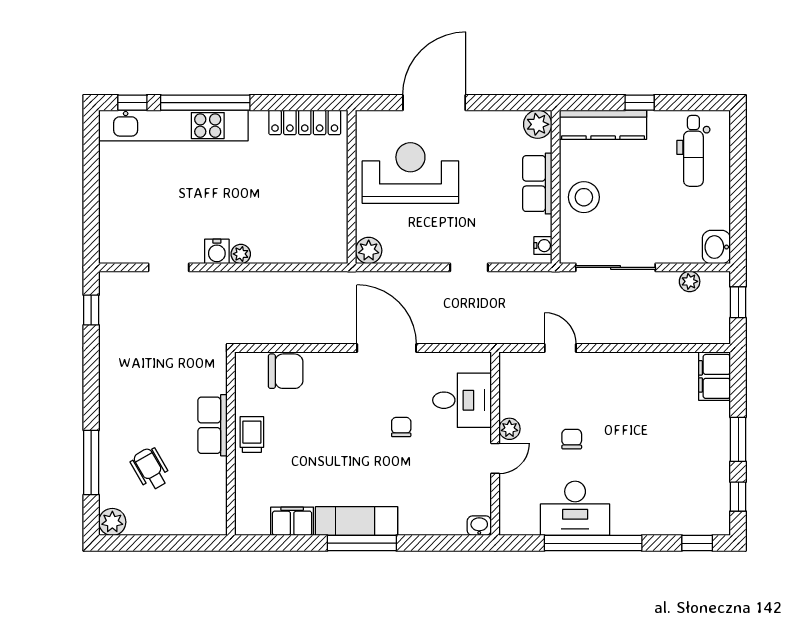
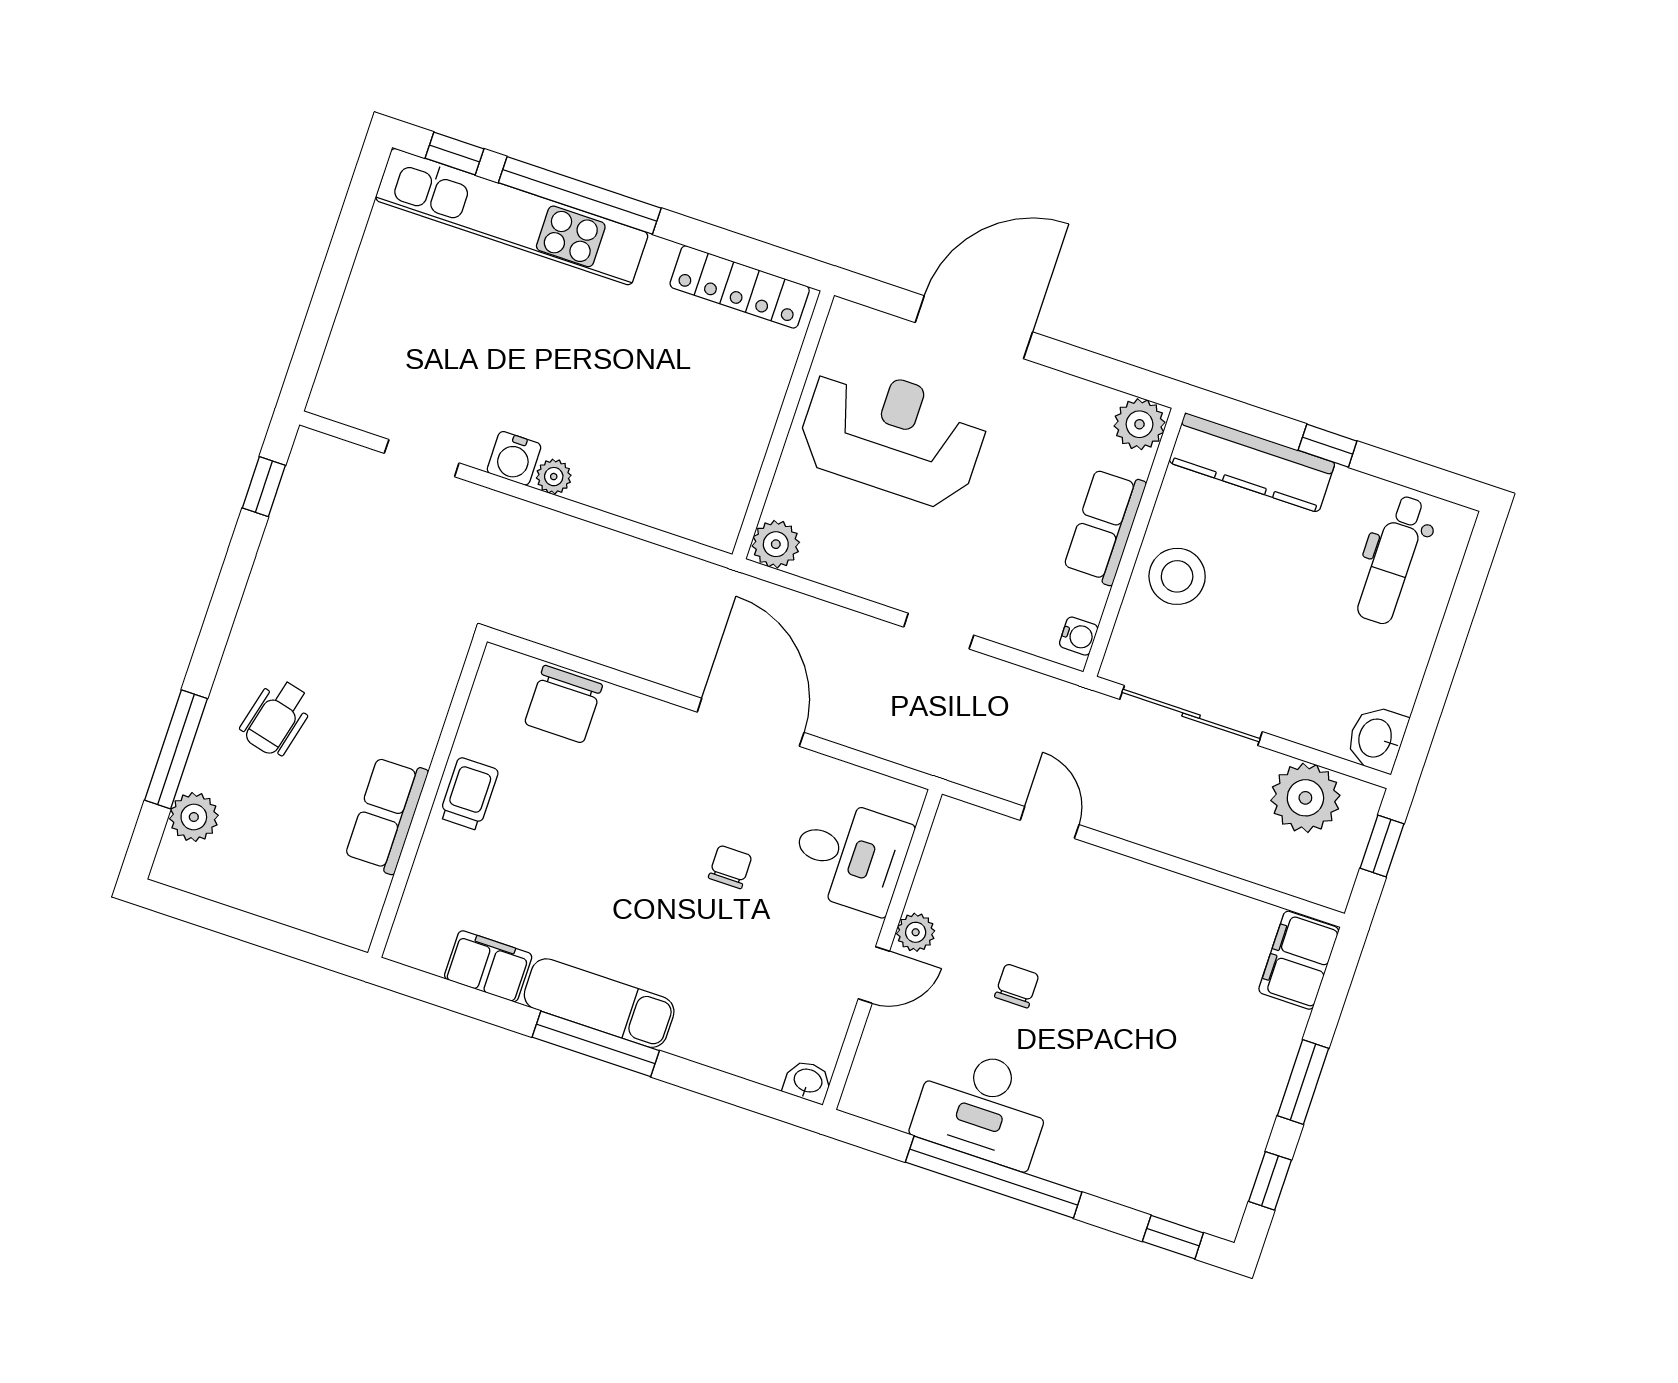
plant: (690, 281) -> (1305, 798), width x1.87, depth x1.87
chair: (286, 371) -> (564, 704), turned 90
row of seats: (212, 425) -> (386, 815), moved
wheelchair: (150, 469) -> (277, 718), moved, turned -136
plant: (112, 522) -> (194, 817), moved

